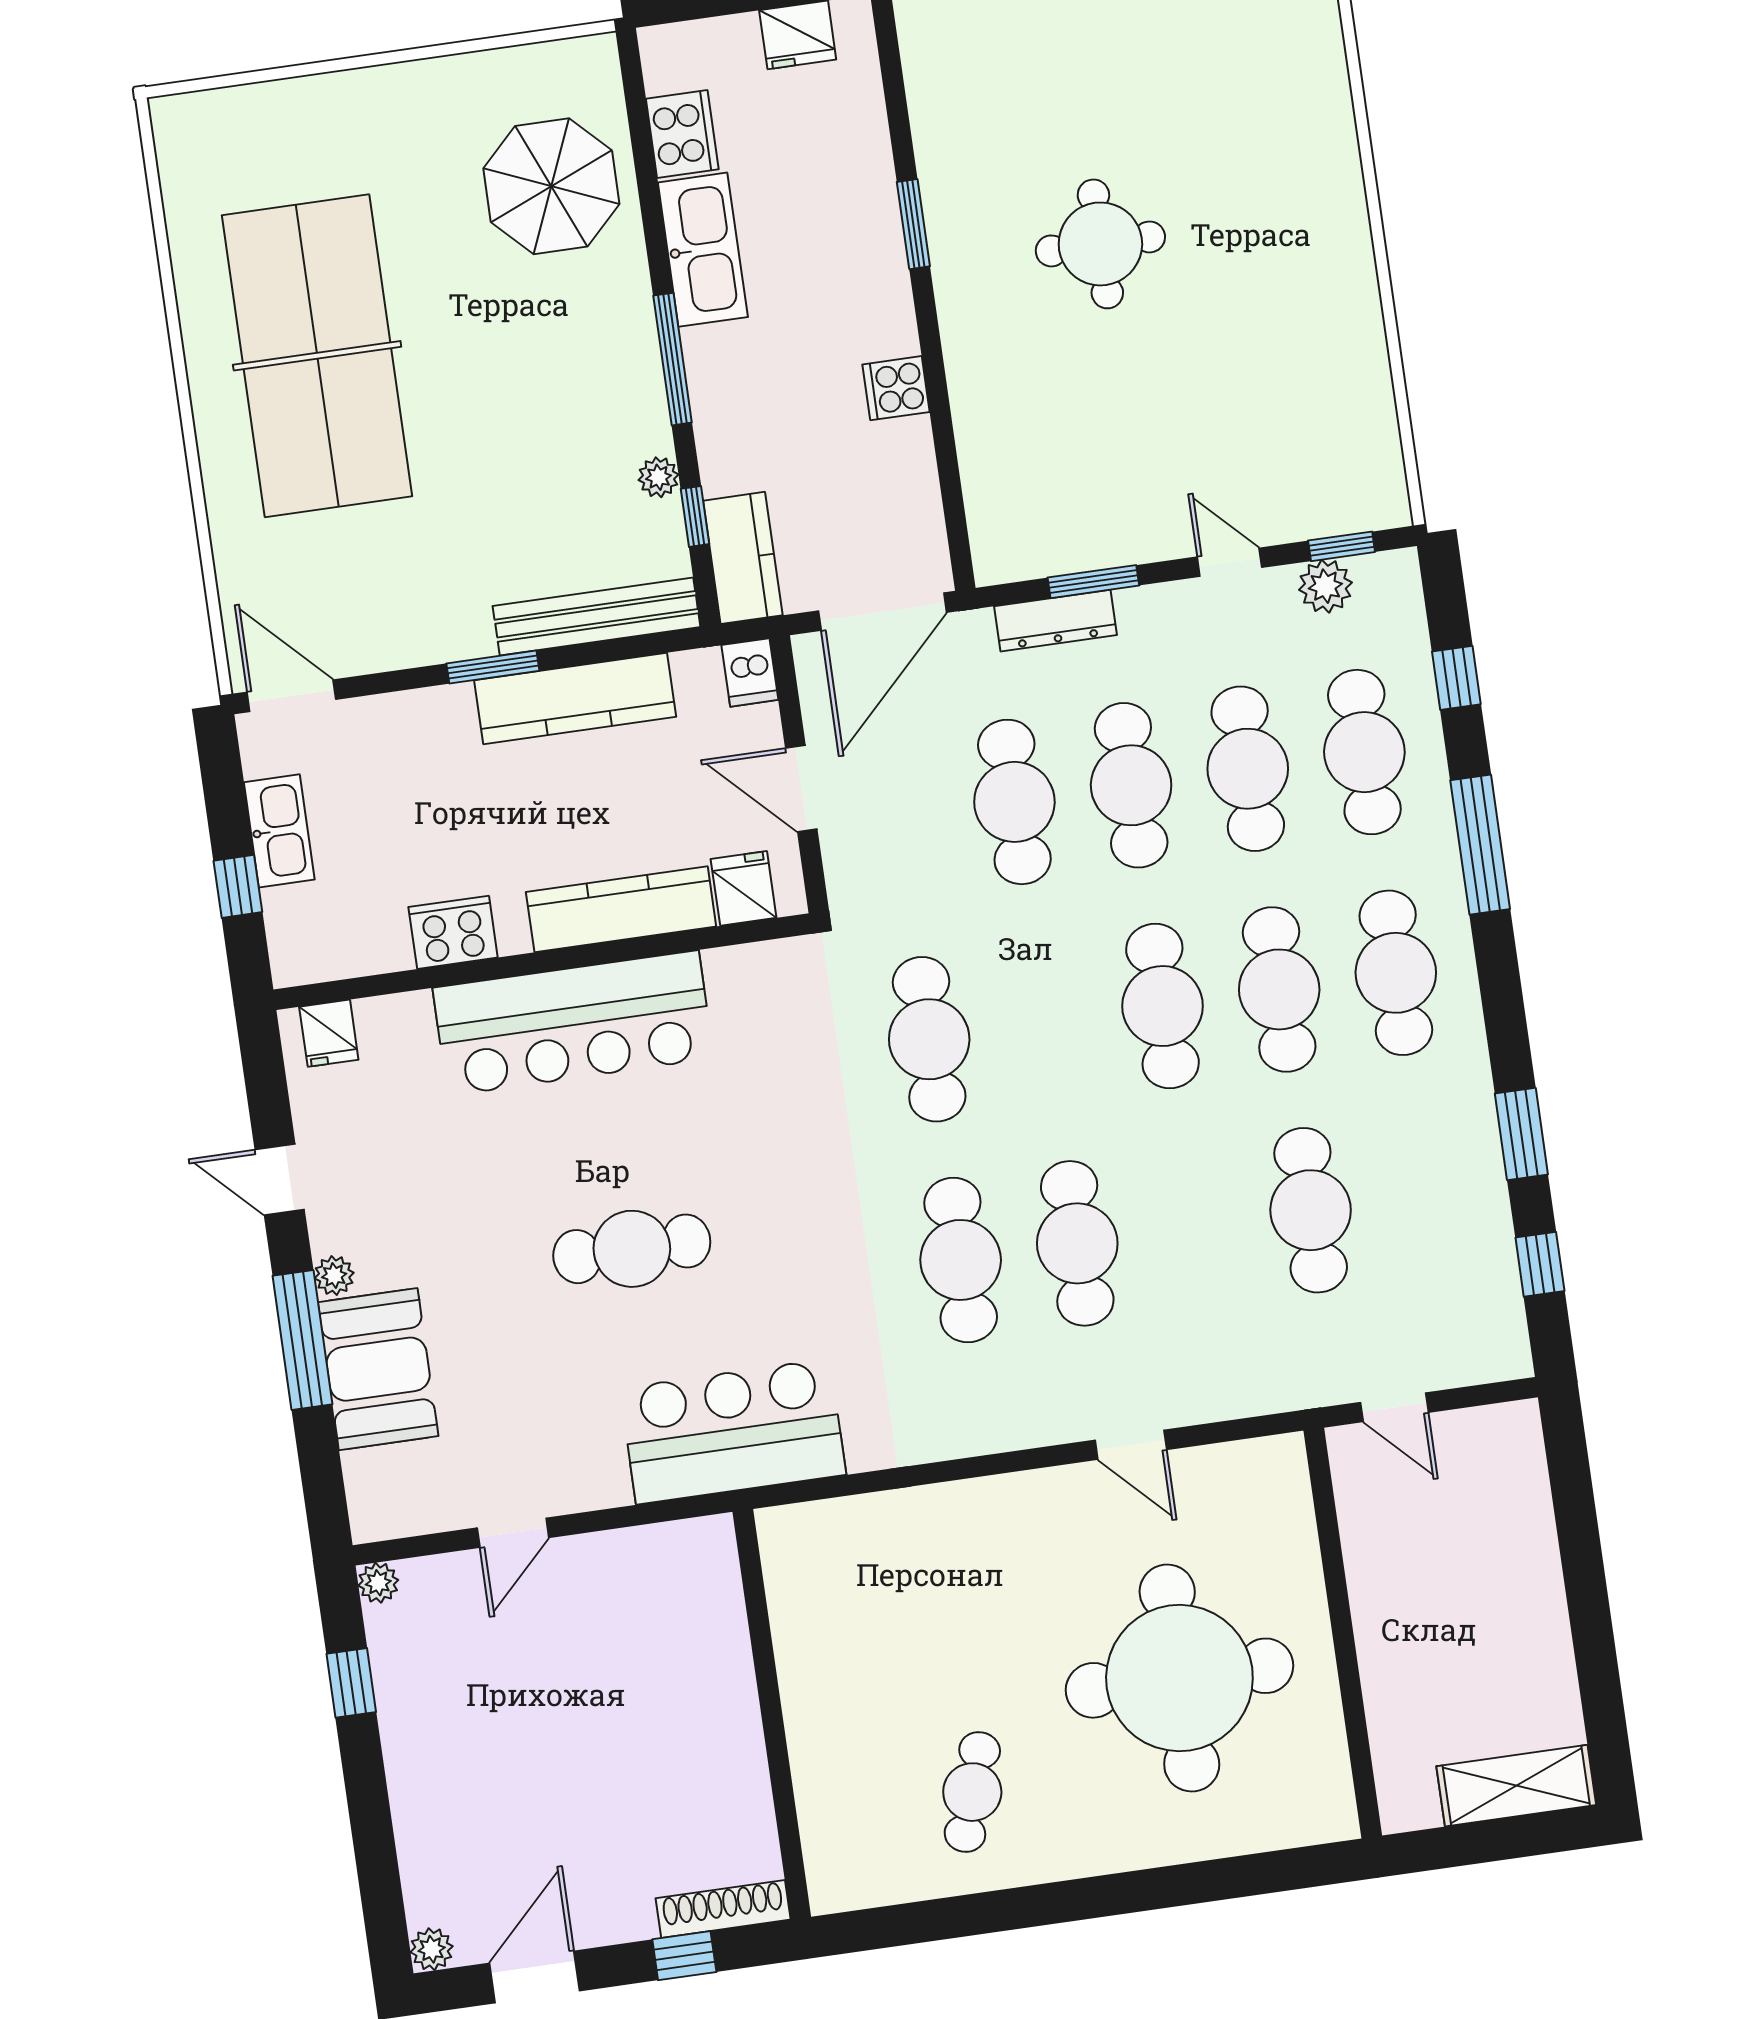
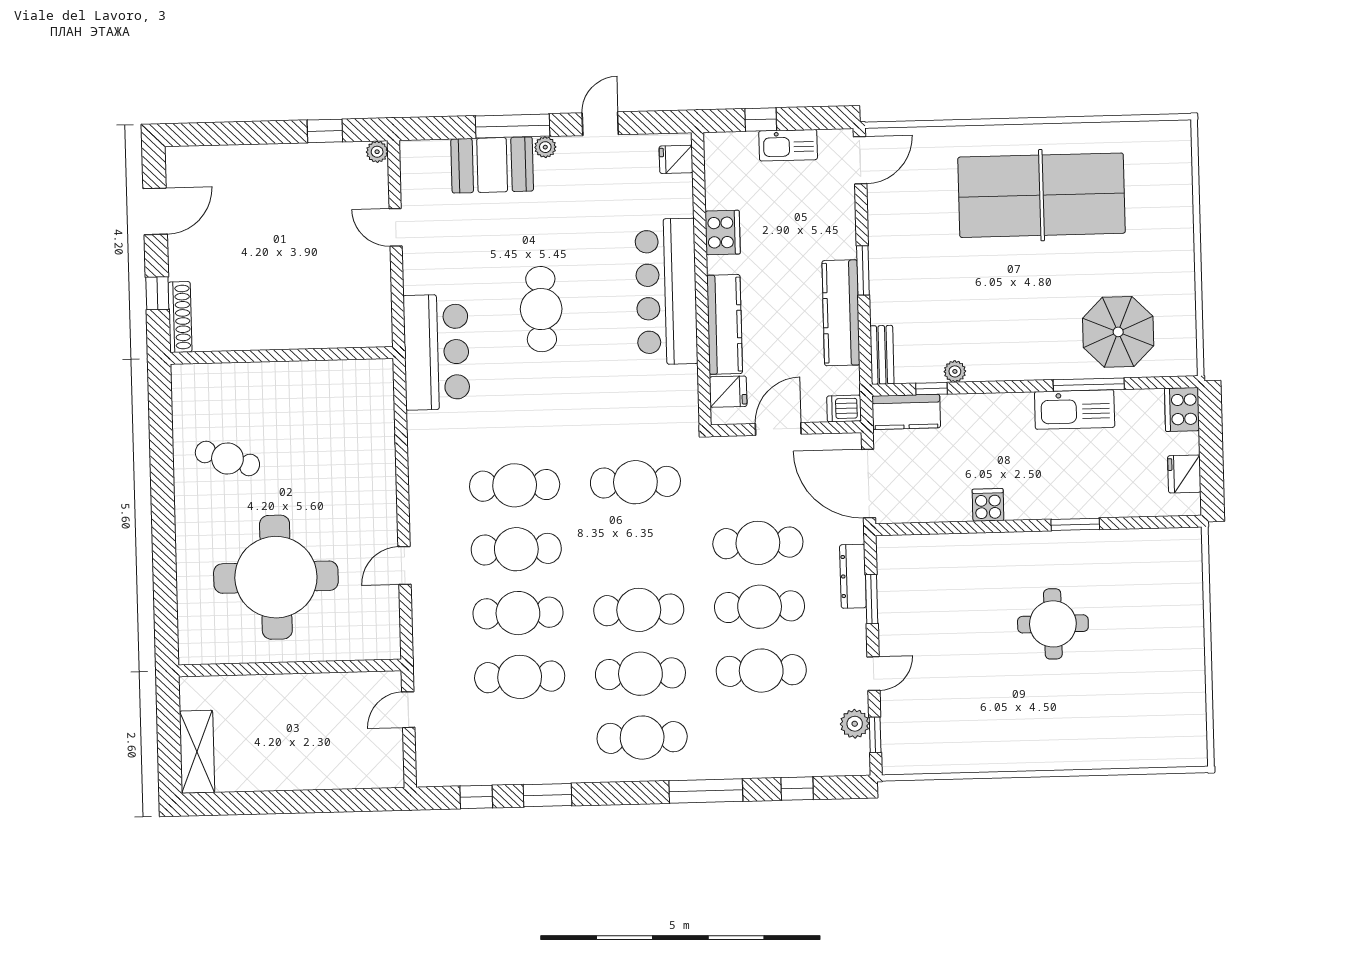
cooker: (682, 134) -> (1182, 409), moved, turned 90
window: (673, 359) -> (1089, 385), moved
bench: (597, 616) -> (882, 355), width x0.54, depth x0.82
cafe table: (1364, 752) -> (518, 613), moved
plant: (432, 1949) -> (177, 158), removed
door: (535, 1977) -> (155, 211), hinge flipped

